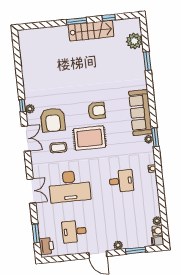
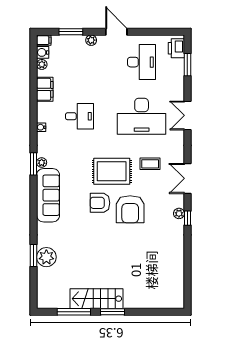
window: (109, 18) -> (74, 312), width x2.17
plant: (134, 41) -> (46, 257), moved
armchair: (53, 120) -> (130, 209), moved, turned 180
desk: (121, 181) -> (79, 116), turned 180
desk: (70, 186) -> (142, 116), turned 180
filing cabinet: (152, 200) -> (45, 89), added
desk: (74, 231) -> (142, 62), width x1.37

